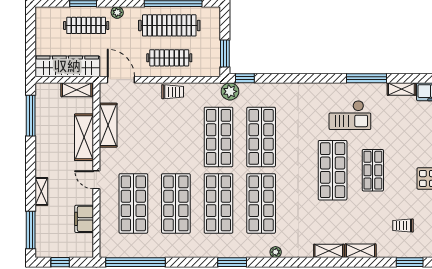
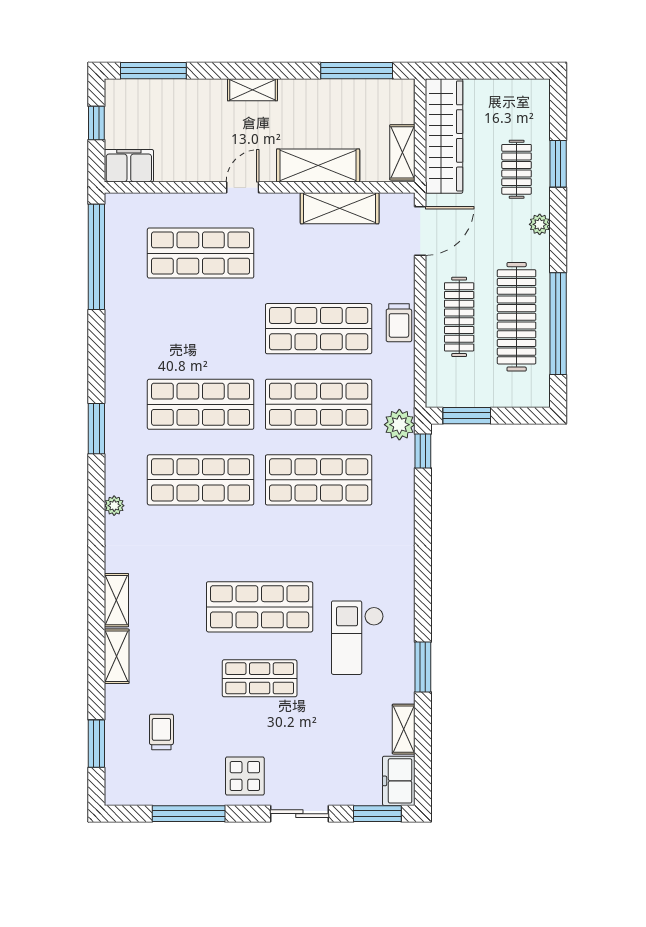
clothes rail: (86, 25) -> (517, 169), width x0.73
window: (367, 78) -> (423, 667), width x0.69
shelving: (41, 191) -> (252, 90), moved
shop shelf: (176, 203) -> (319, 329), moved
filing cabinet: (84, 219) -> (129, 166), moved

